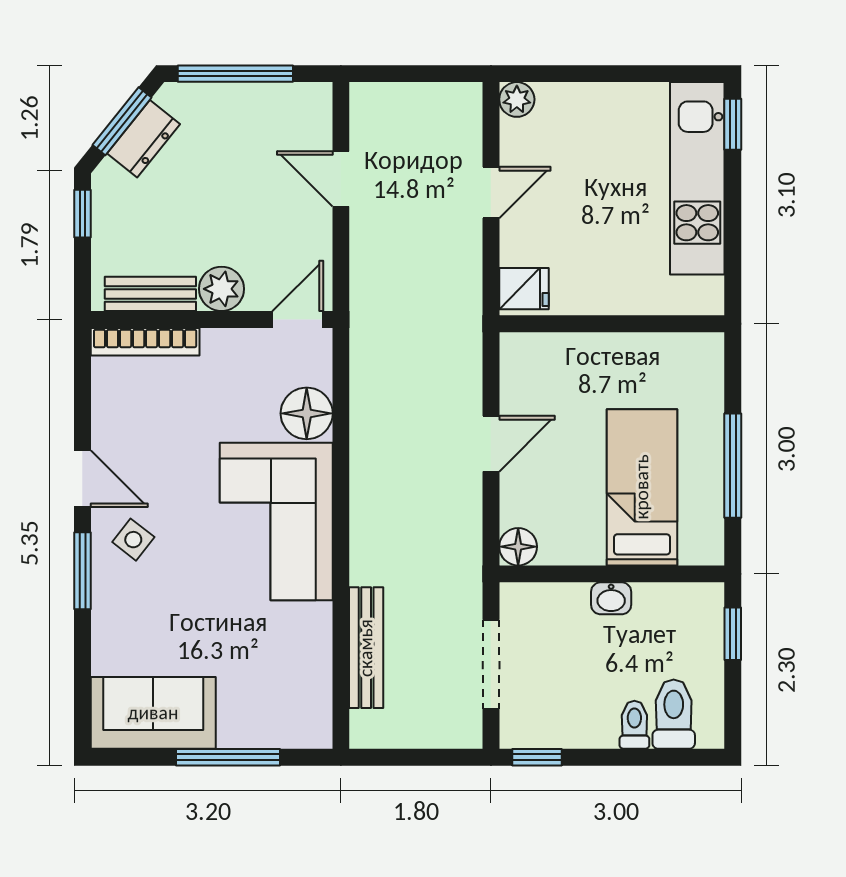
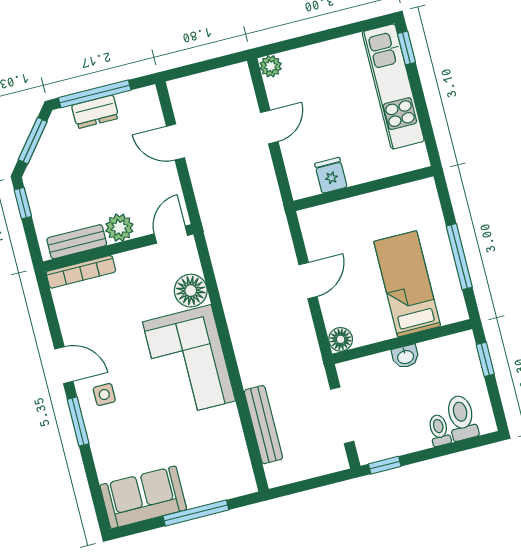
dresser: (143, 139) -> (95, 112), moved, turned 51
fridge: (524, 289) -> (331, 175), moved, turned -90
side table: (133, 540) -> (104, 395), turned -38

